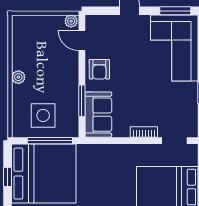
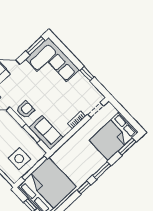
armchair: (99, 69) -> (25, 110), turned -90

